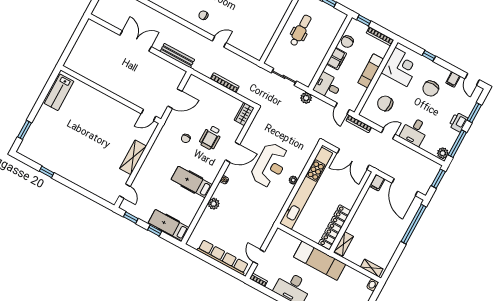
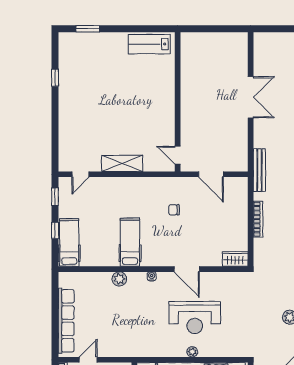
bench: (177, 56) -> (259, 170), moved
wheelchair: (211, 138) -> (190, 236), removed

